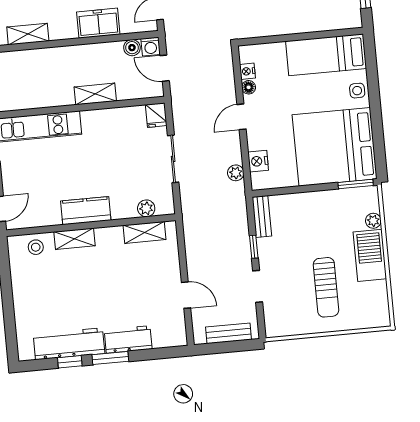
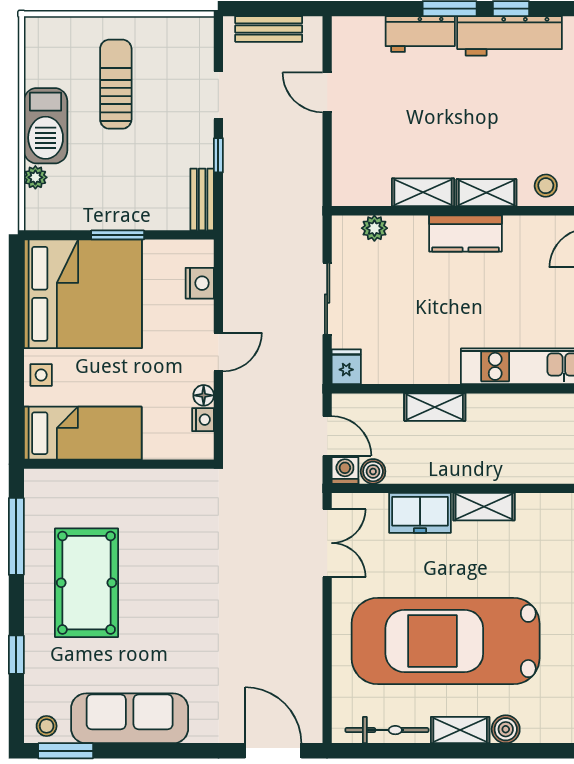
shelving: (28, 34) -> (484, 507), moved
plant: (236, 173) -> (235, 269), removed
window: (356, 184) -> (118, 235), moved
shelving: (145, 232) -> (423, 192), moved

